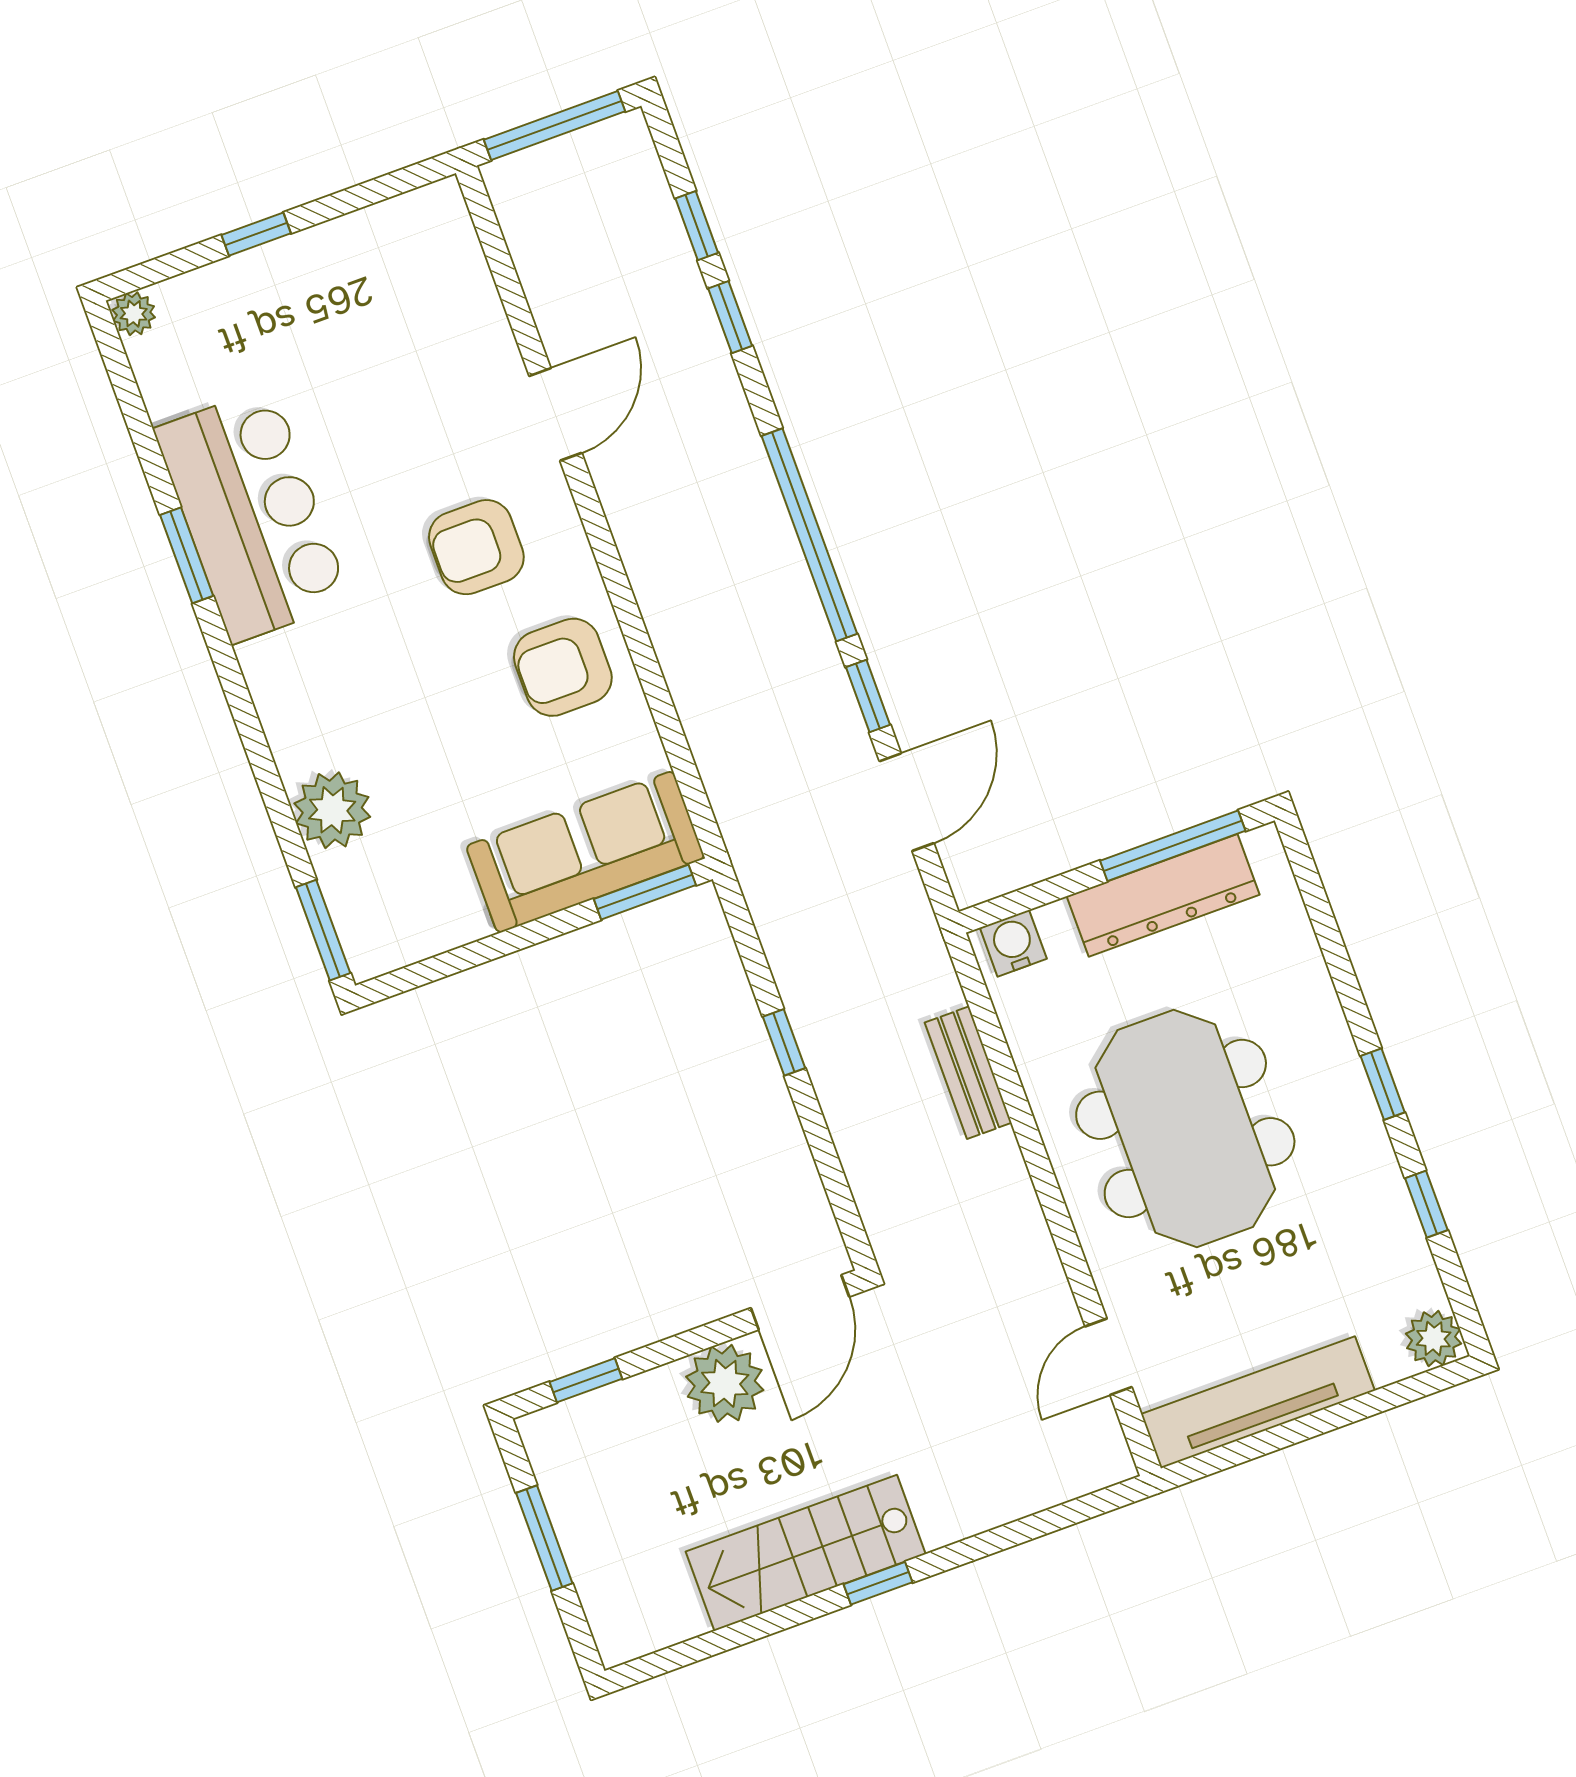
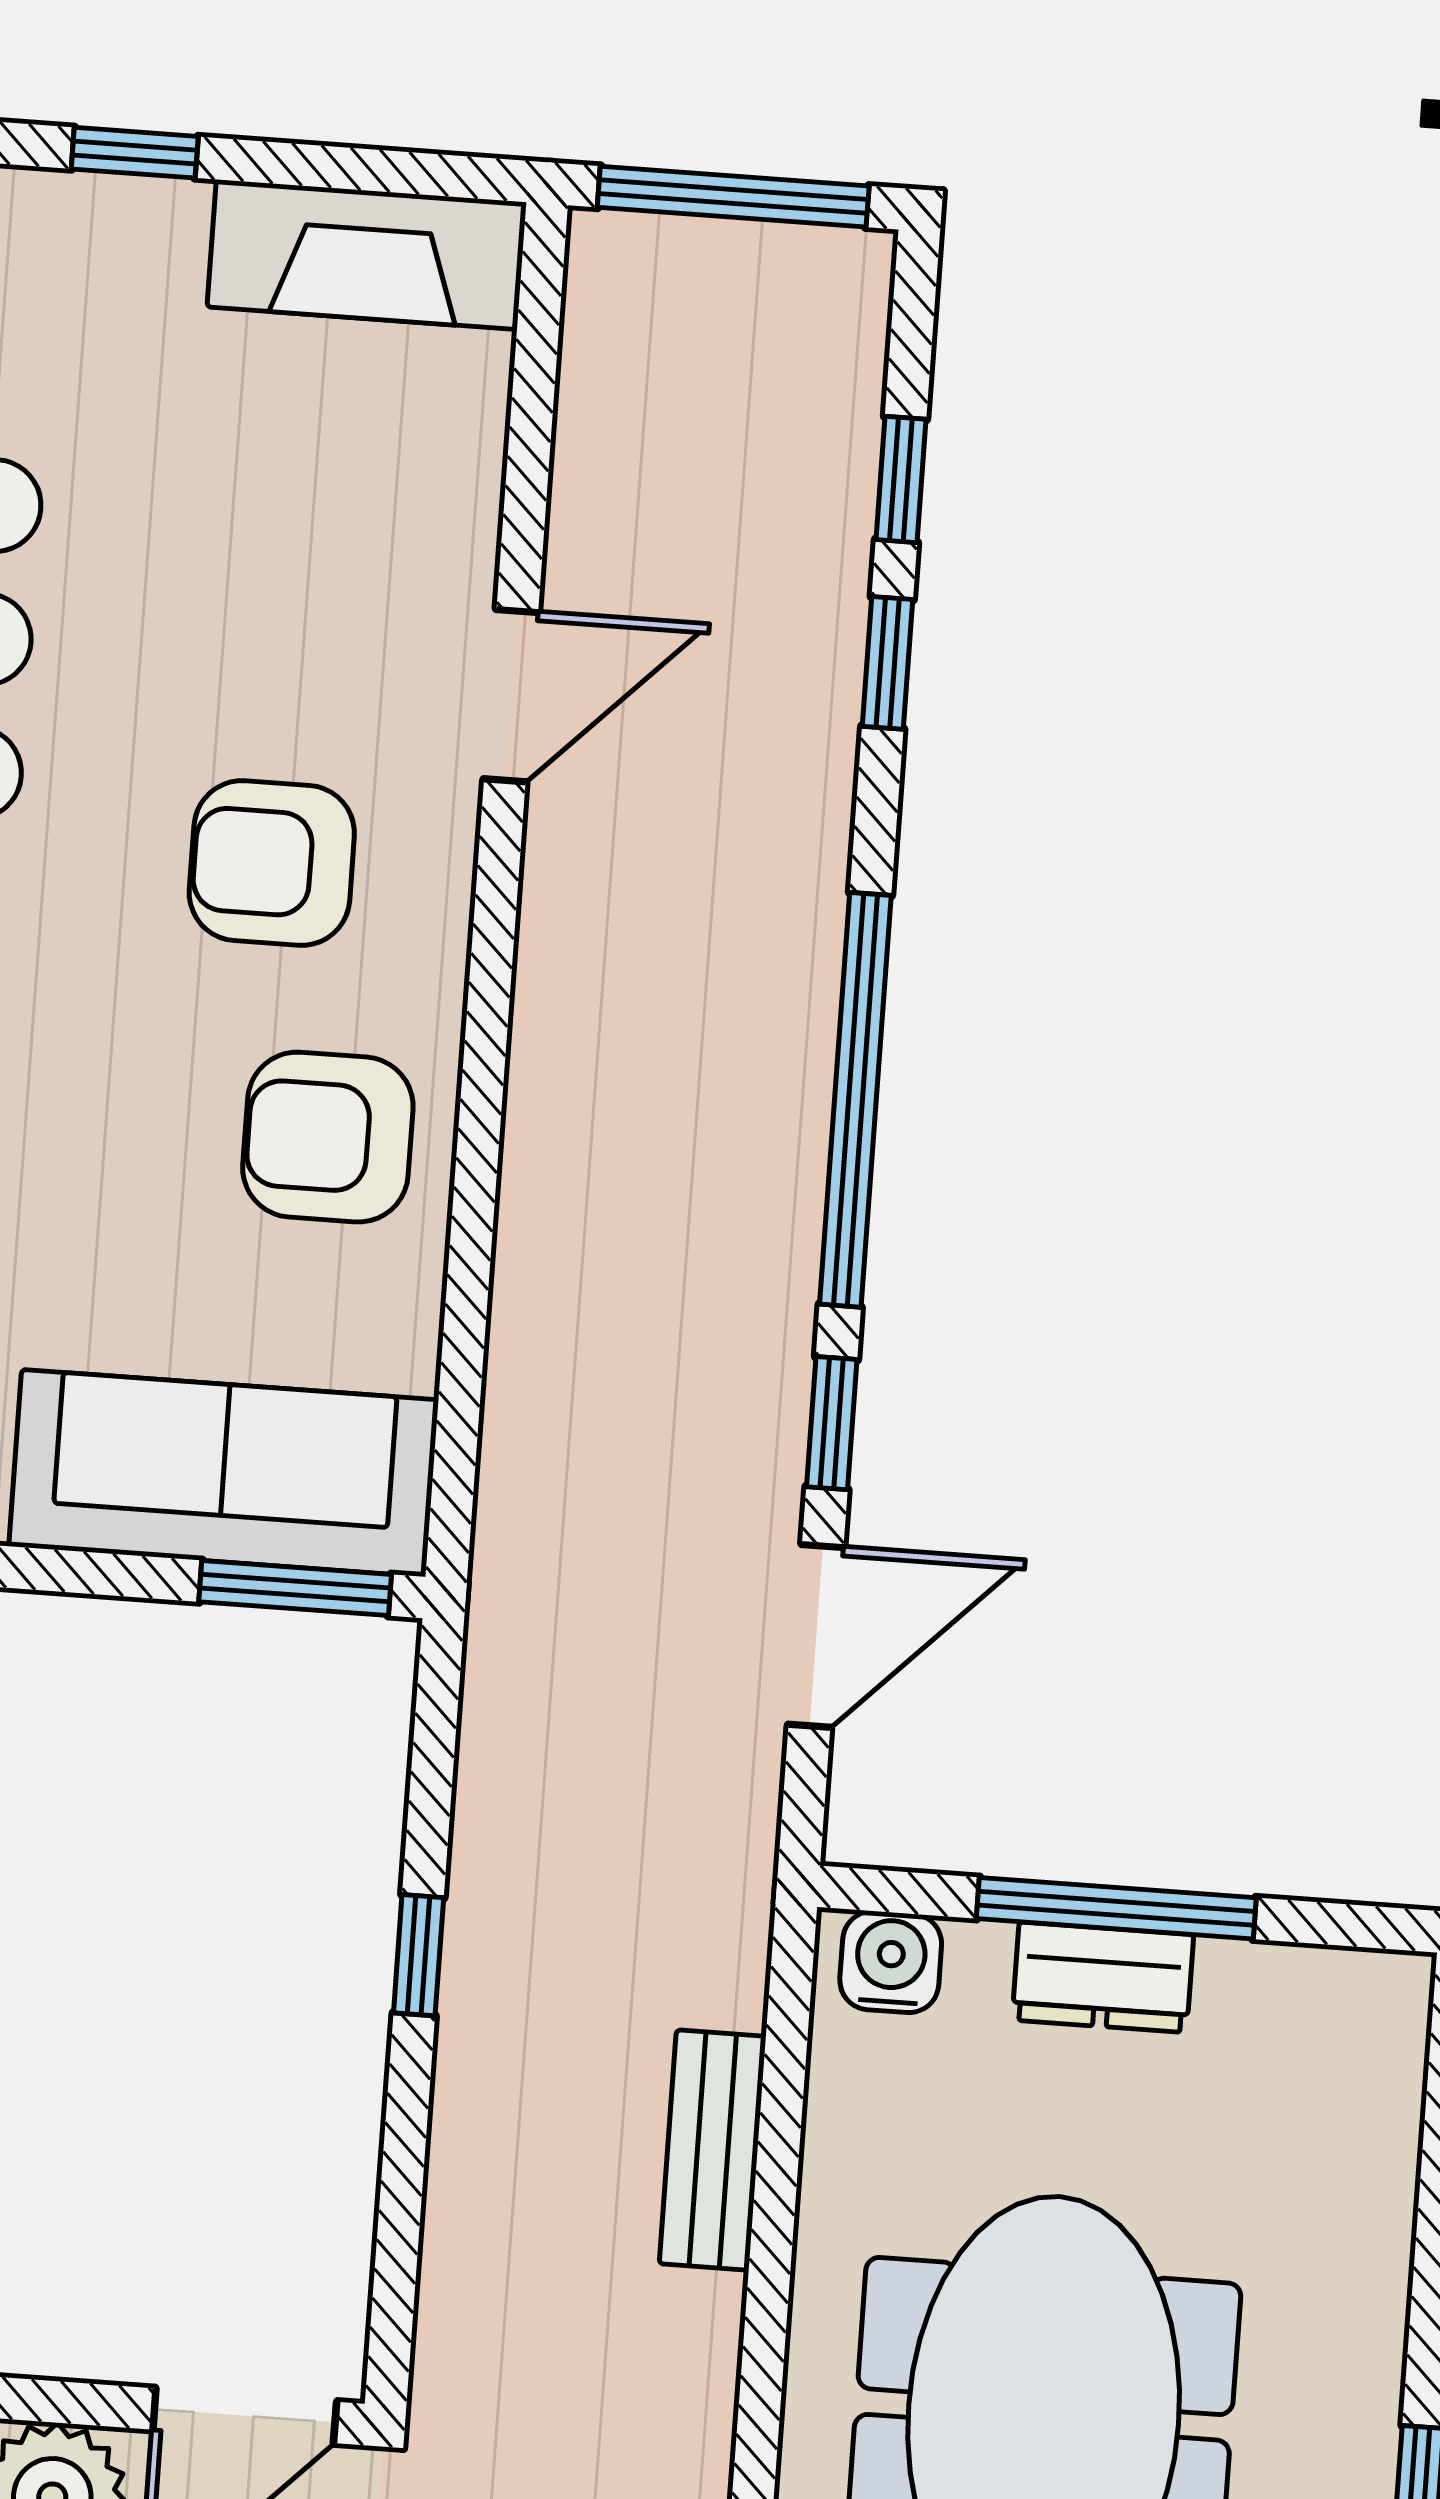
fireplace: (390, 233) -> (367, 255), added
window: (1173, 846) -> (1116, 1908), moved
dresser: (1163, 895) -> (1103, 1977), width x0.51, depth x0.80

